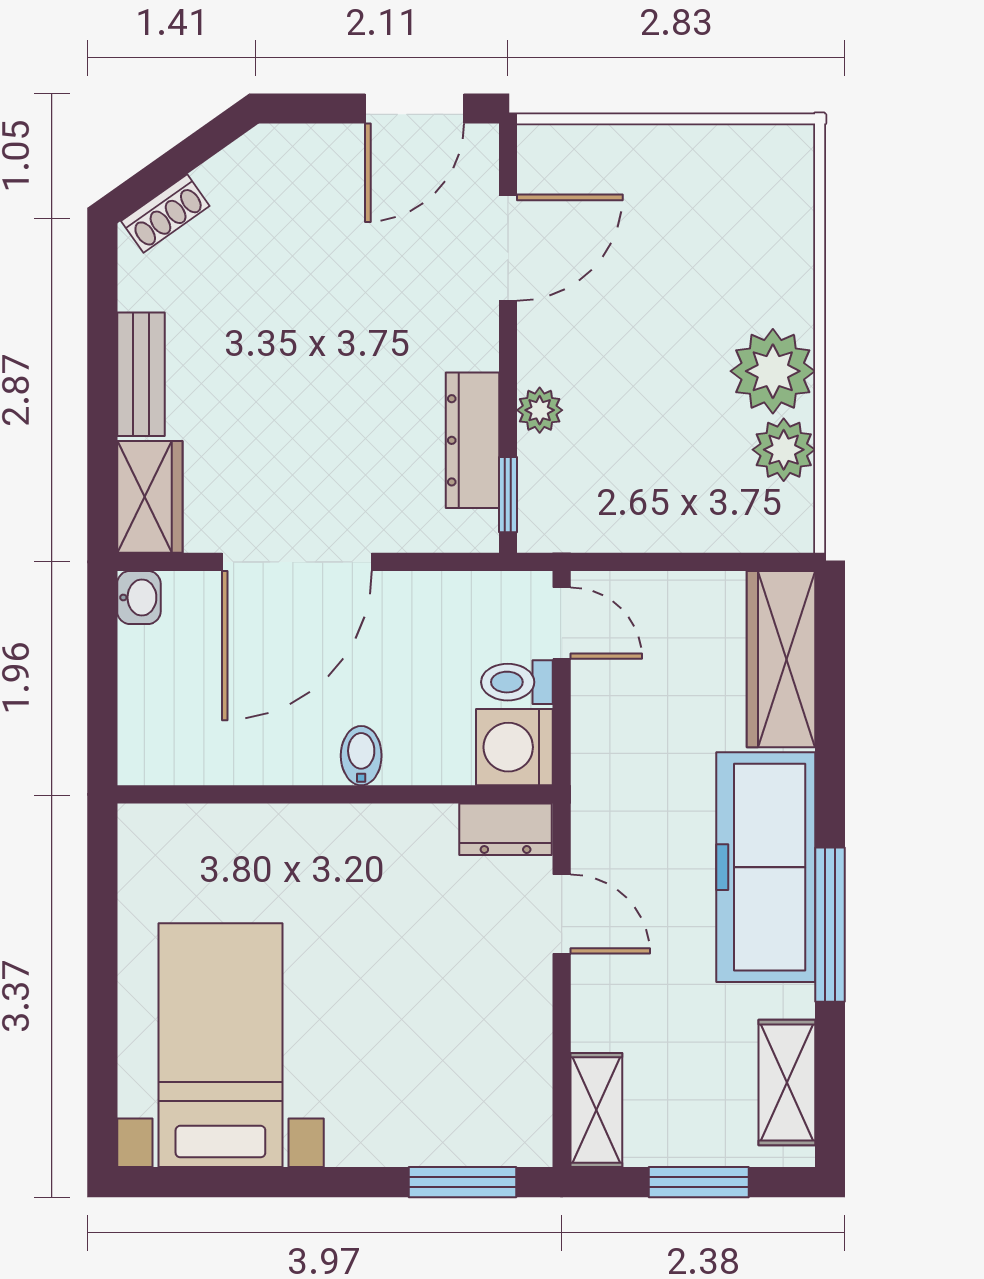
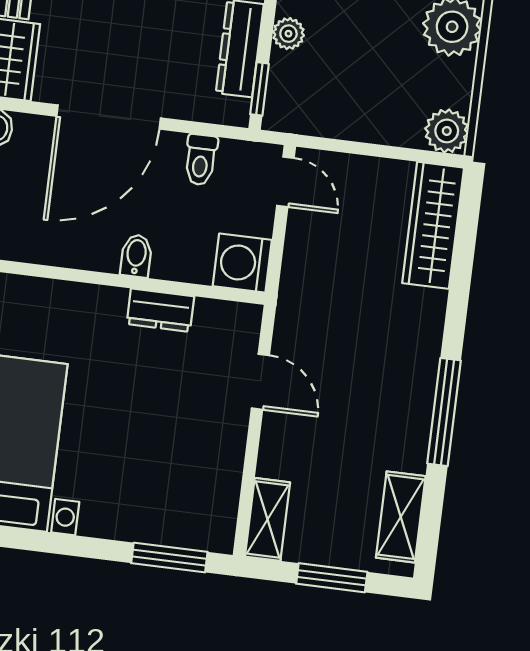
plant: (784, 450) -> (447, 131), moved
toilet: (517, 682) -> (201, 160), moved, turned -90
dresser: (506, 829) -> (160, 310), moved
freezer: (766, 867) -> (405, 367), removed

